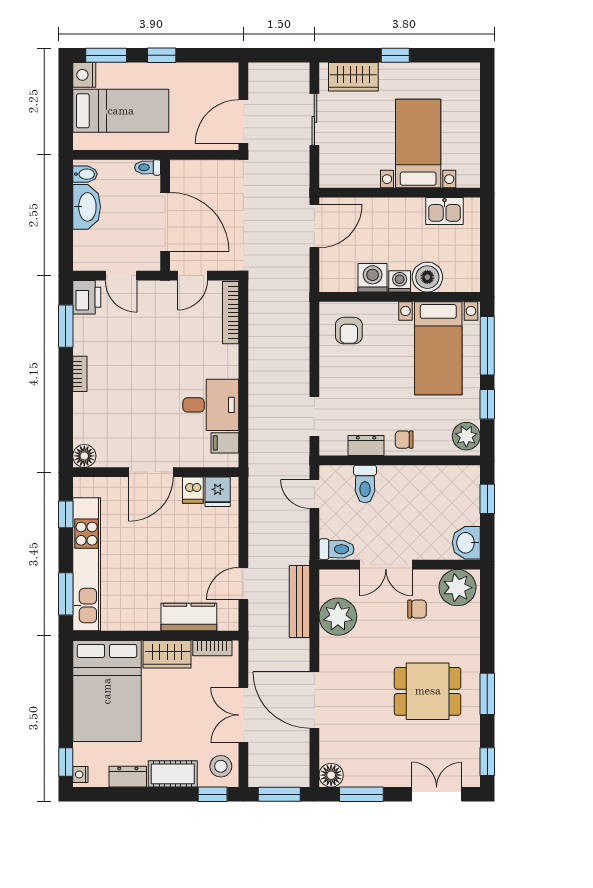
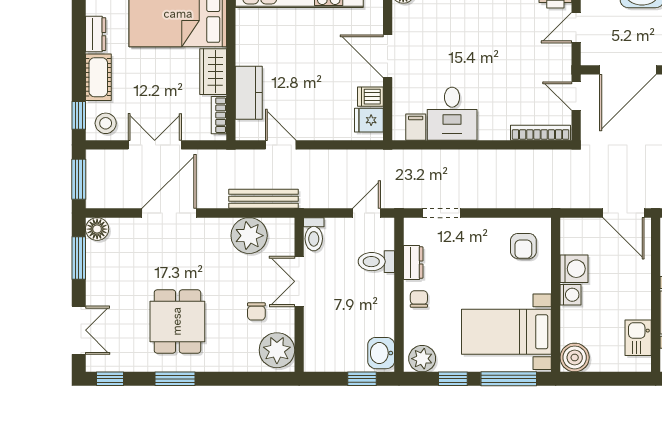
boiler: (427, 277) -> (575, 357), moved
armchair: (349, 331) -> (523, 246), turned -90
washbasin: (466, 543) -> (381, 353), moved, turned -90

